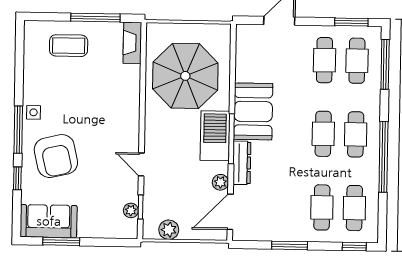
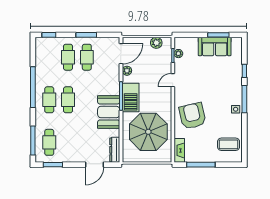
coffee table: (69, 46) -> (229, 144), moved
cafe table: (324, 60) -> (68, 142), removed
armchair: (56, 156) -> (192, 116), moved
dresser: (242, 163) -> (115, 150), moved
door: (141, 165) -> (173, 80), swing flipped
cafe table: (354, 208) -> (87, 57), moved
sofa: (49, 221) -> (215, 47), moved

